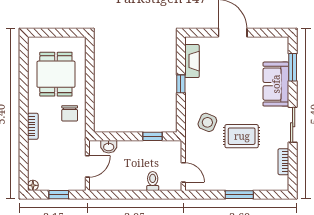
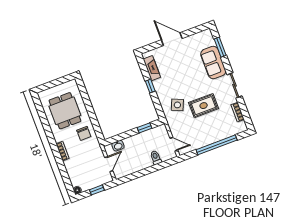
window: (239, 195) -> (217, 145), width x2.11

